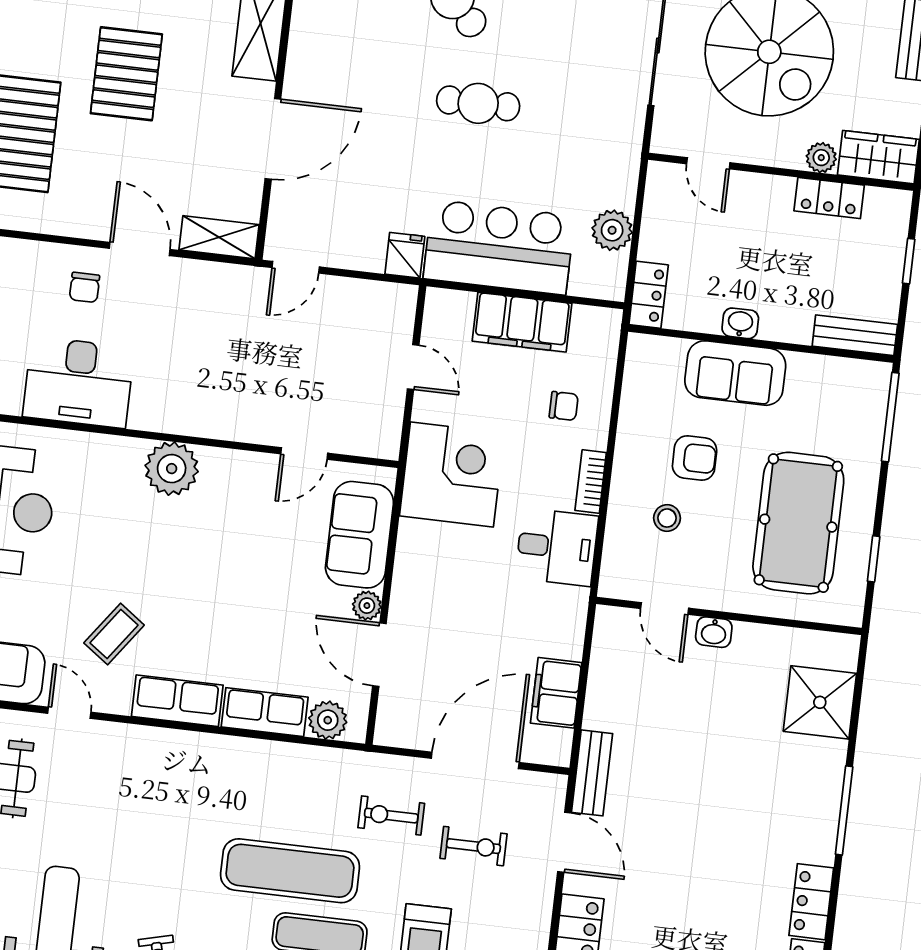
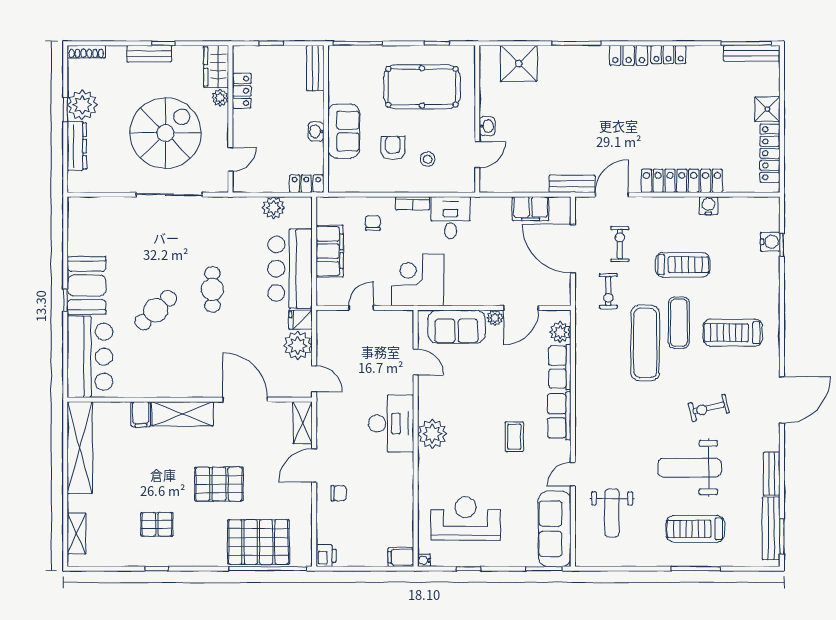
plant: (359, 245) -> (298, 345), added
desk: (78, 382) -> (391, 424), moved
coffee table: (114, 634) -> (514, 437), moved, turned 54

